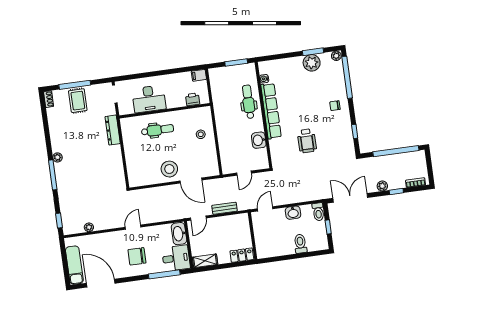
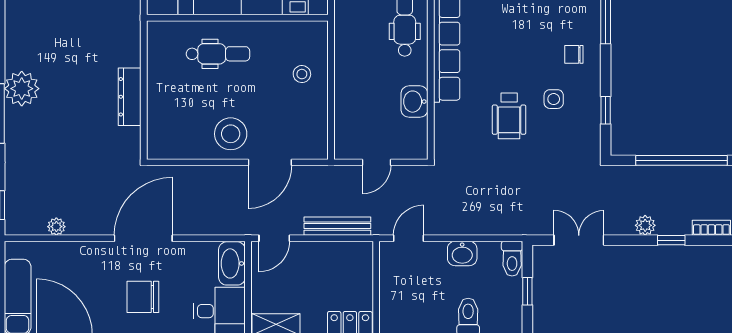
side table: (328, 129) -> (554, 99), added
dresser: (113, 130) -> (130, 97), moved
plant: (57, 157) -> (22, 89), width x1.88, depth x1.88
door: (191, 181) -> (270, 162), hinge flipped
double door: (350, 198) -> (579, 240), width x0.73
bench: (224, 208) -> (337, 226), width x1.36
door: (133, 227) -> (143, 238), width x1.87

